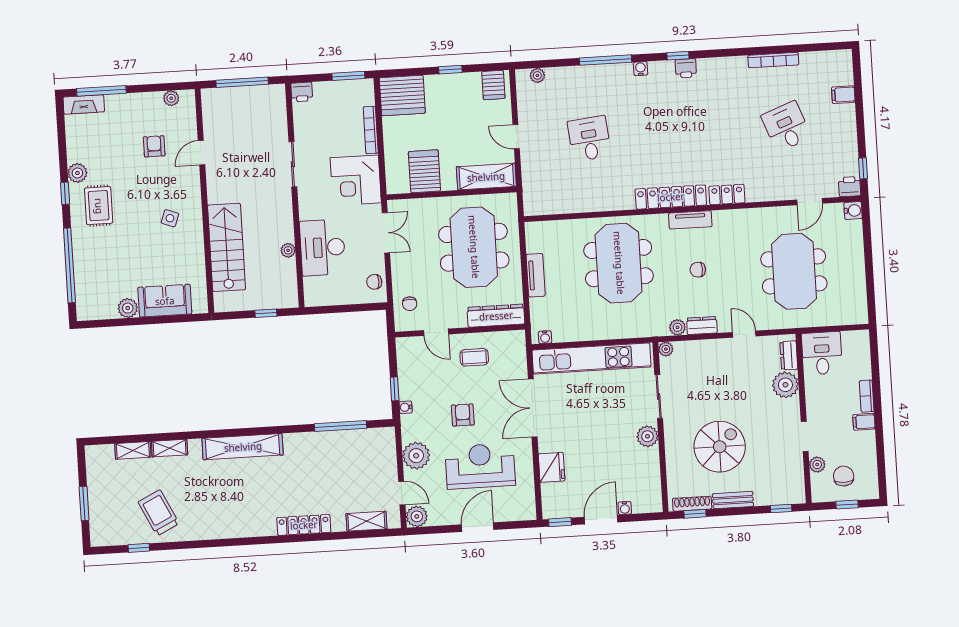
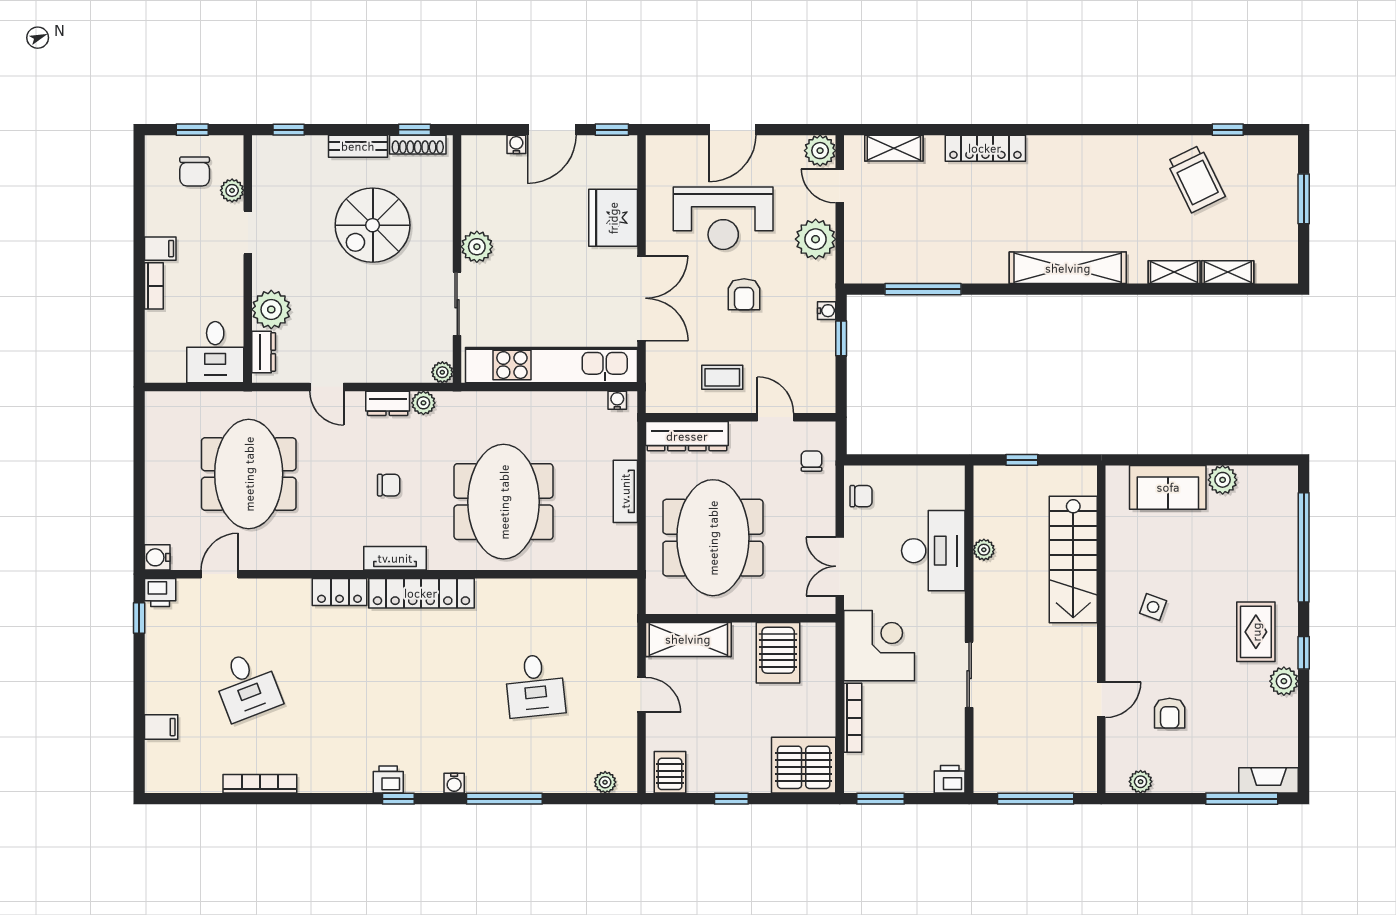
fridge: (552, 467) -> (613, 218), width x1.36, depth x1.34

